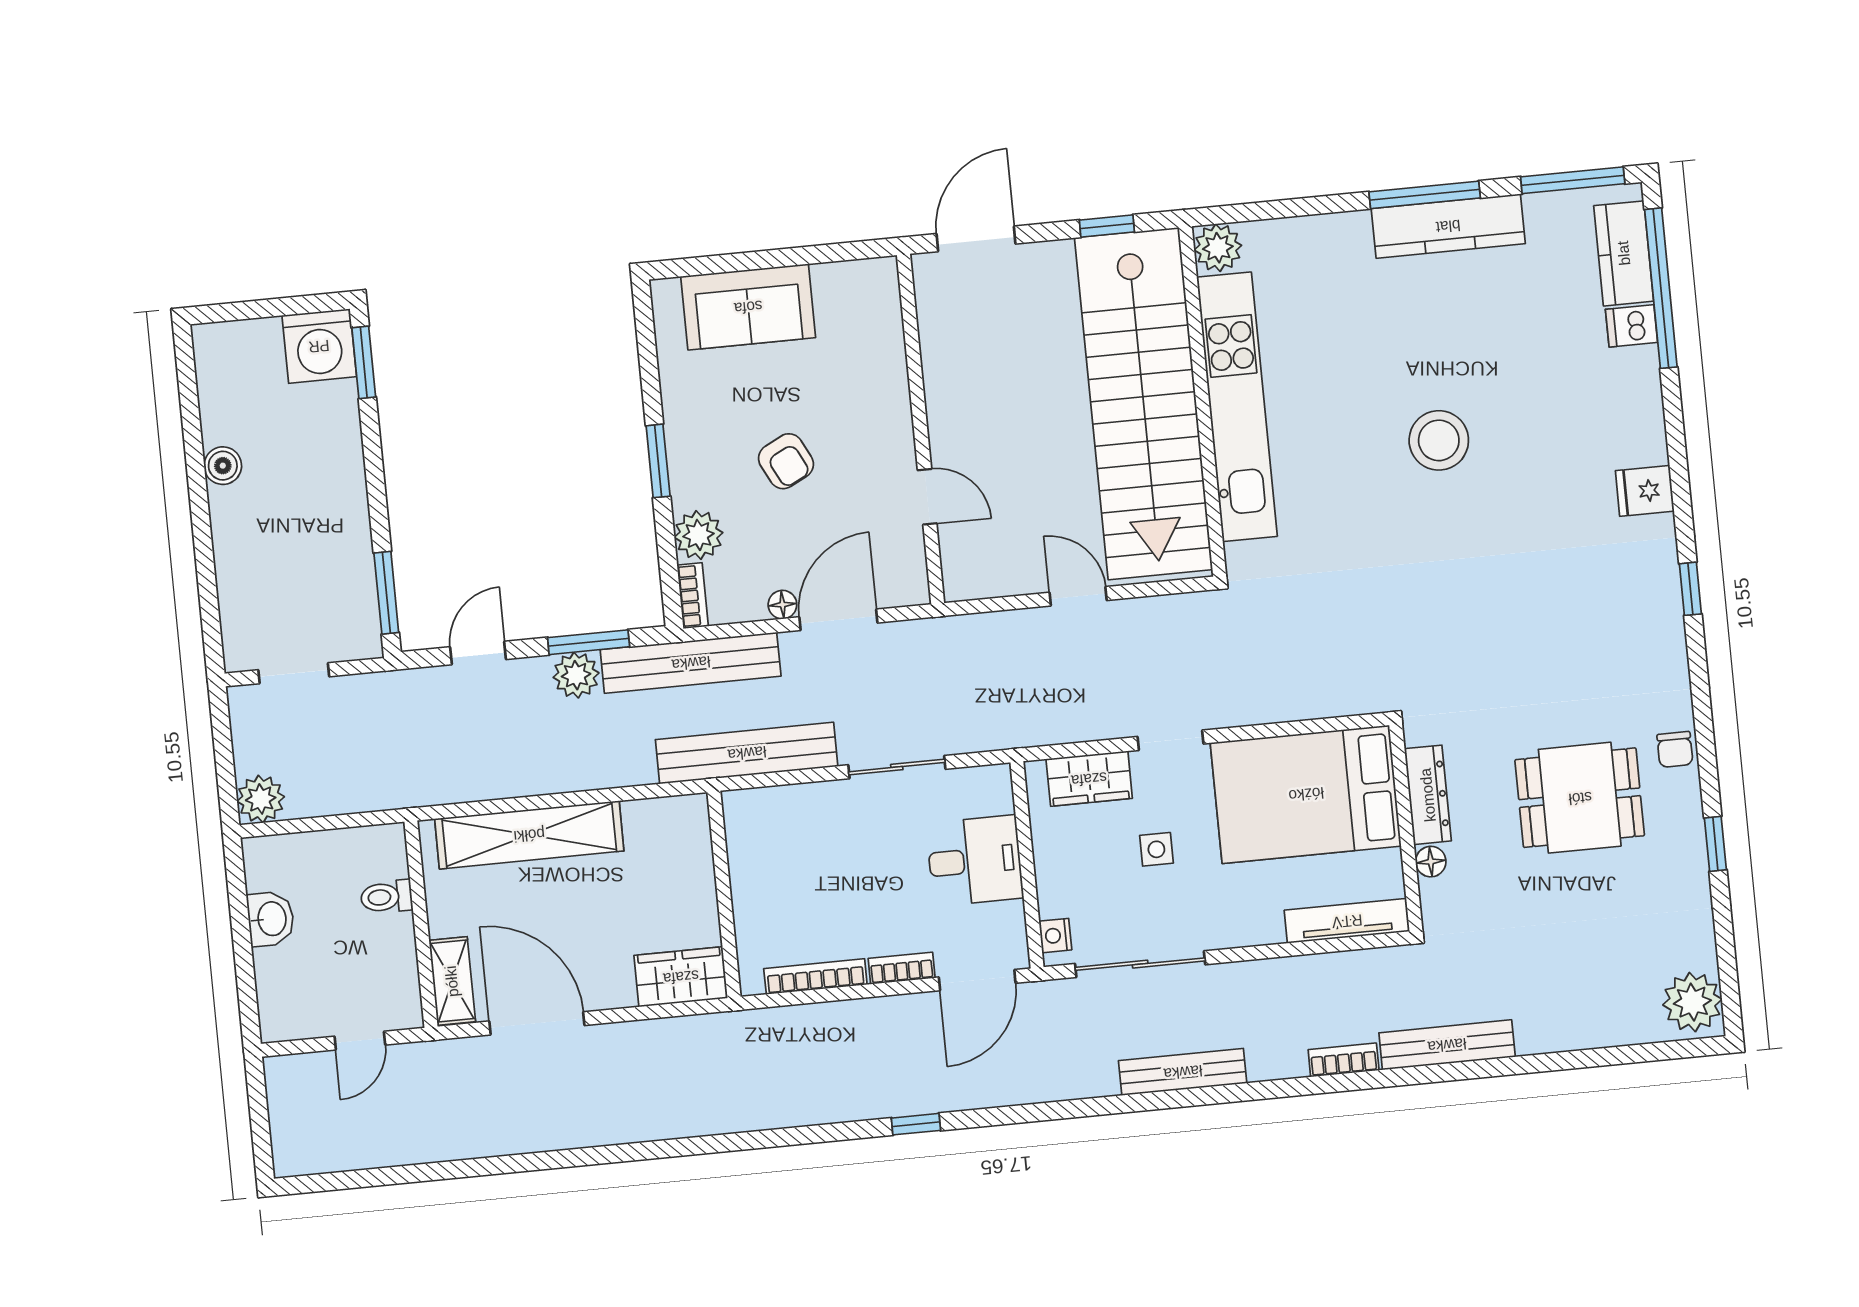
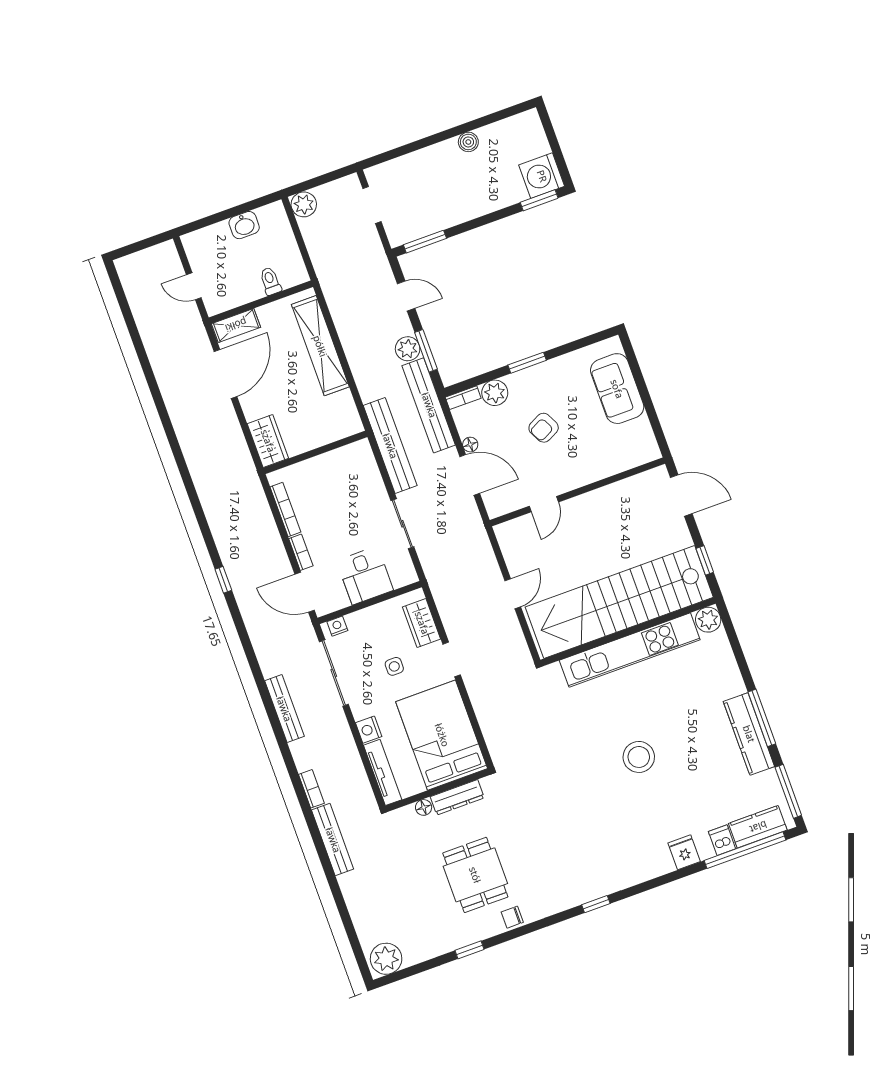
fridge: (1645, 491) -> (684, 852), moved
nightstand: (1261, 926) -> (369, 730), added

